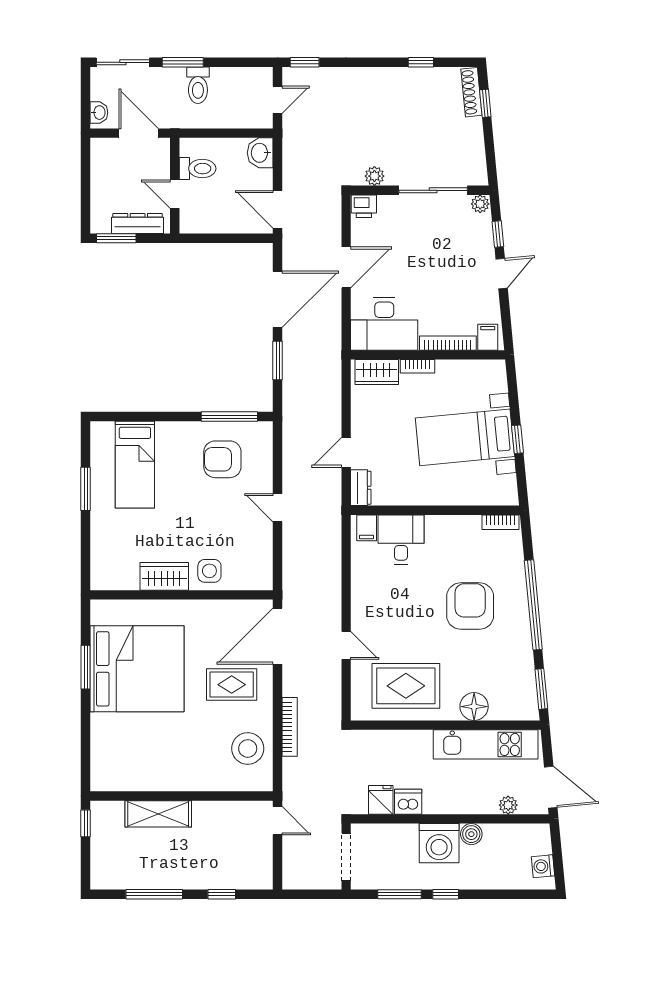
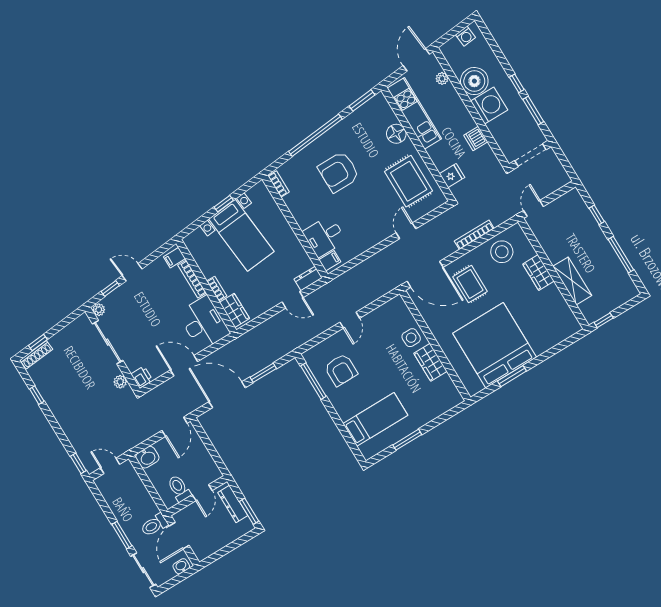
toilet: (198, 85) -> (154, 525), moved, turned 180
wardrobe: (194, 778) -> (538, 273), added
fridge: (381, 800) -> (452, 176), moved, turned 180
boiler: (471, 834) -> (474, 81), width x1.86, depth x1.86

